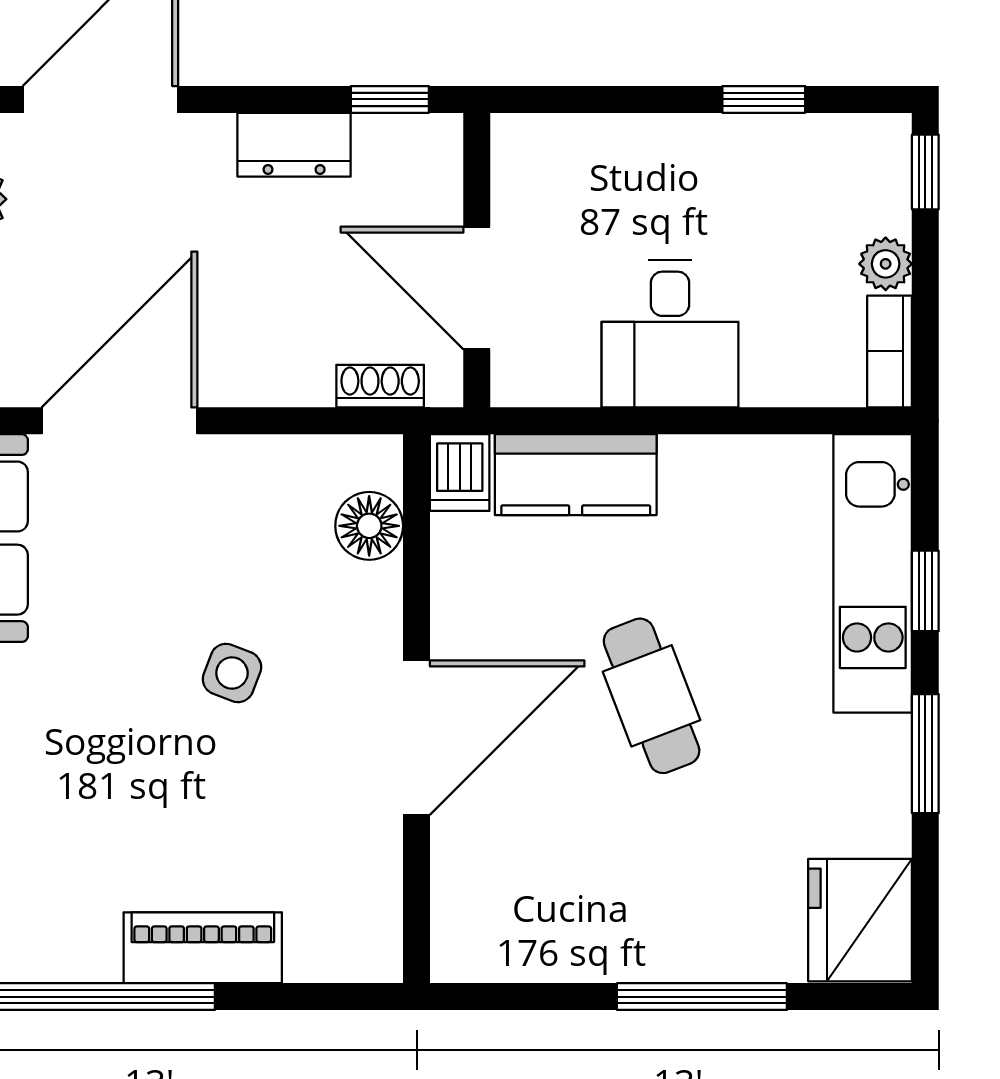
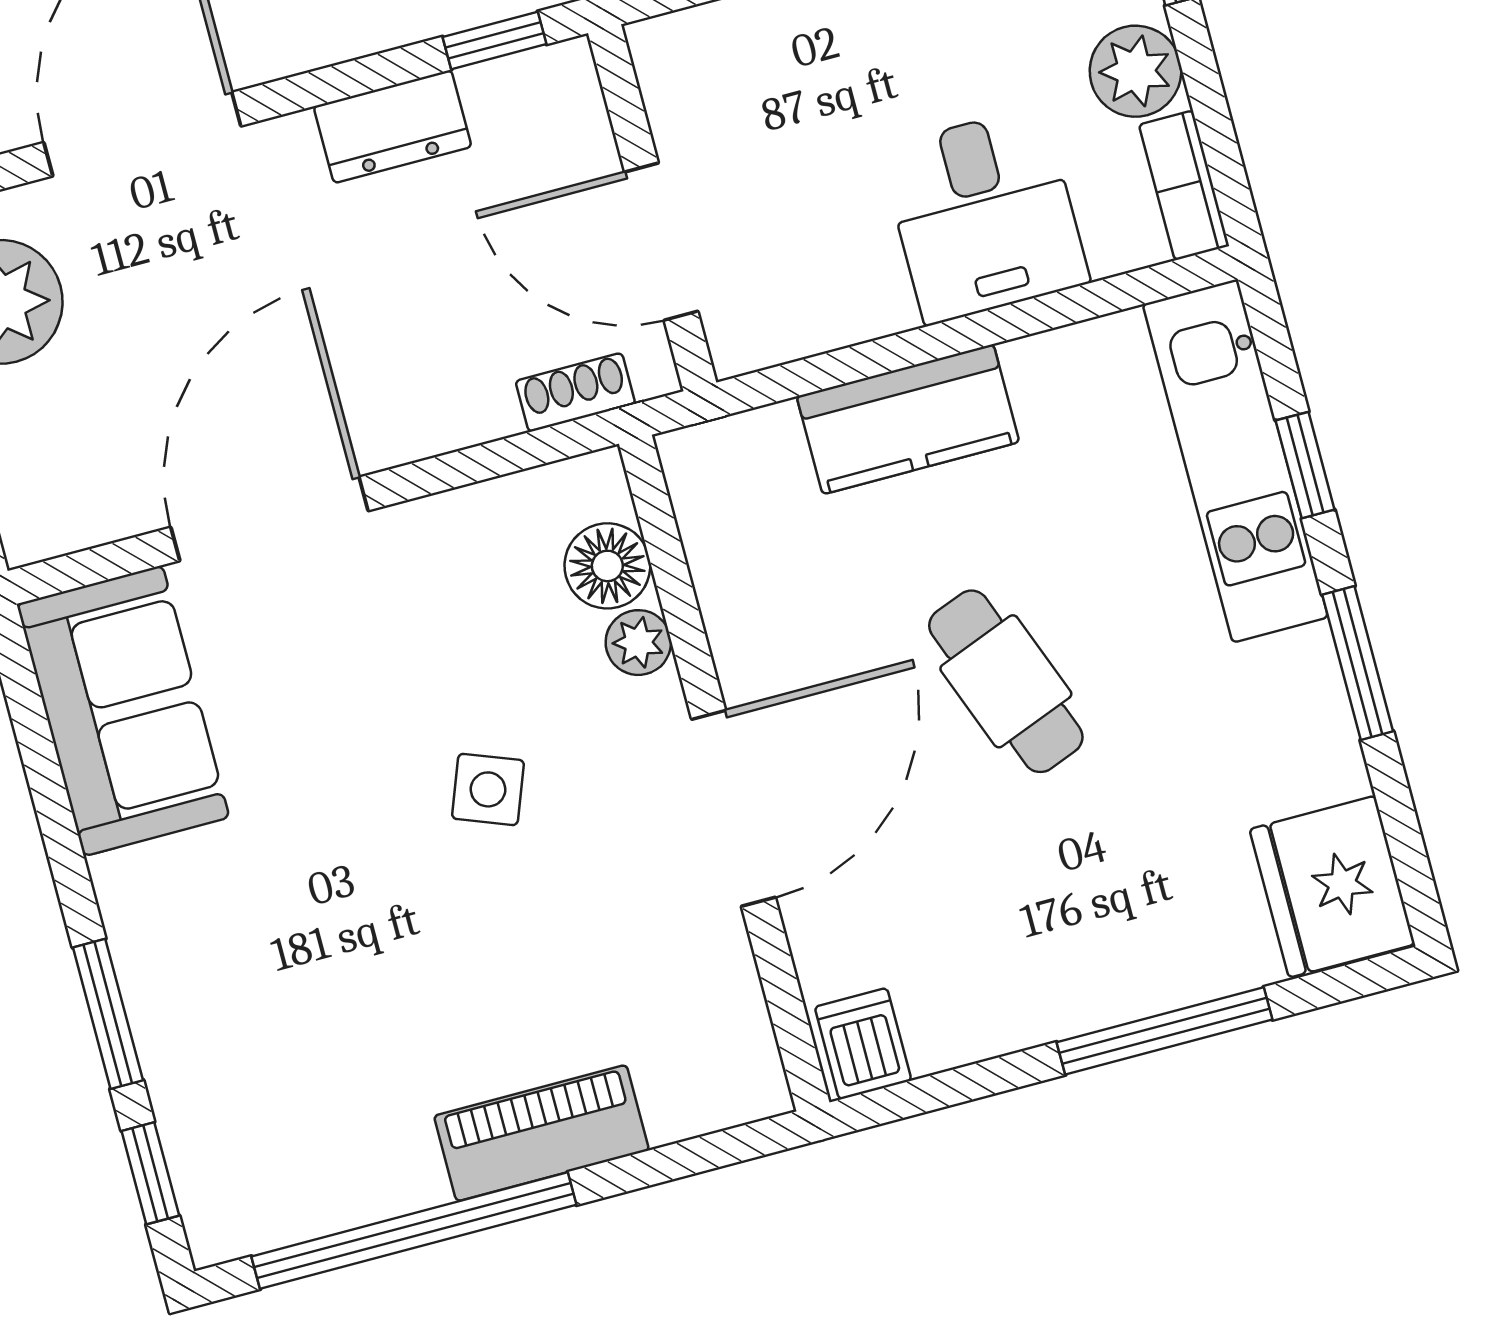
plant: (886, 264) -> (1135, 71), width x1.38, depth x1.38
desk: (670, 334) -> (984, 215), moved
dishwasher: (460, 473) -> (863, 1044), moved, turned 180
kitchen counter: (576, 475) -> (908, 419), moved
plant: (377, 591) -> (638, 643), added

